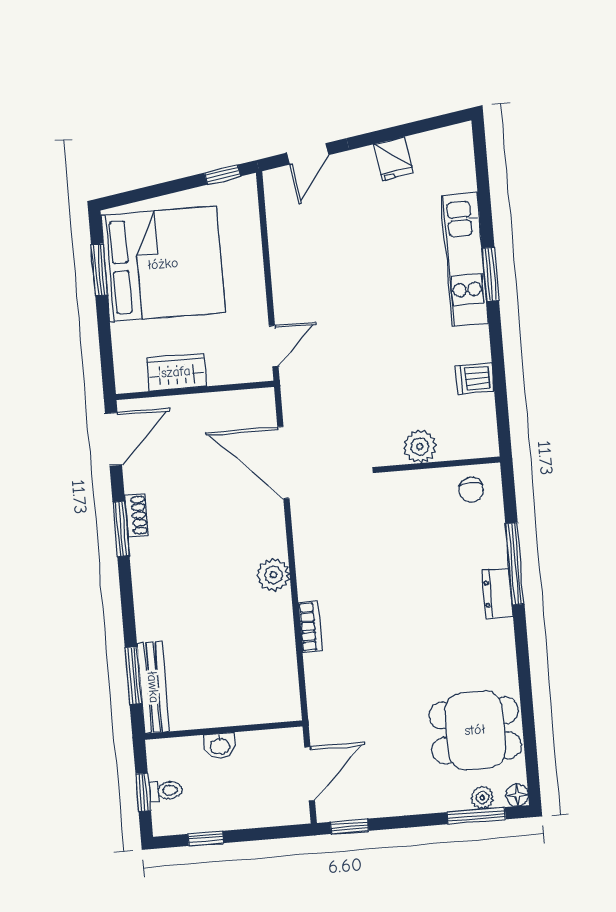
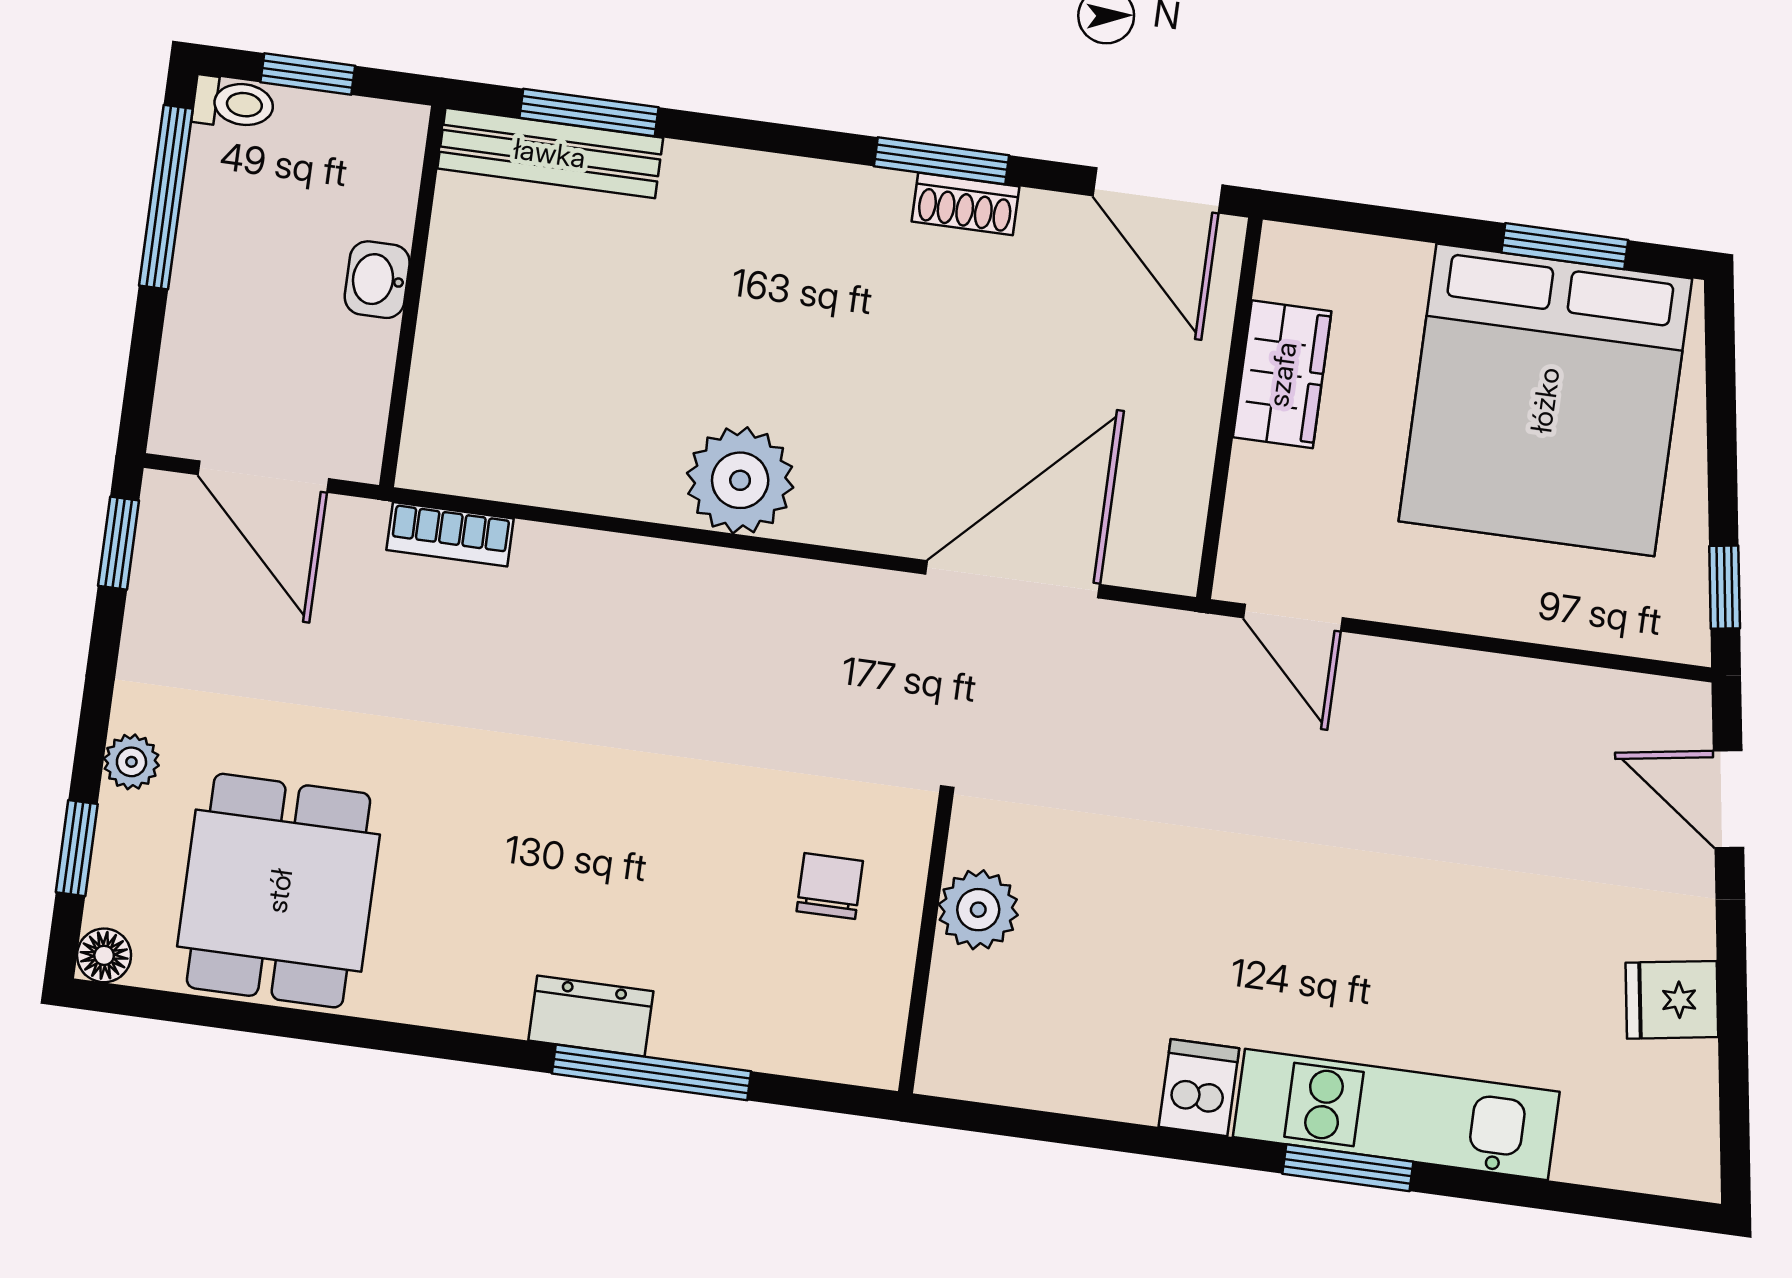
dishwasher: (475, 378) -> (1199, 1088), moved
chair: (471, 490) -> (830, 886), moved, turned 90
plant: (273, 575) -> (740, 480), width x1.36, depth x1.36
bookcase: (310, 627) -> (450, 534), moved
toilet: (165, 791) -> (233, 103), moved, turned -90
plant: (482, 798) -> (131, 762), moved
window: (476, 816) -> (77, 848), width x0.67
window: (206, 838) -> (166, 197), width x2.17

